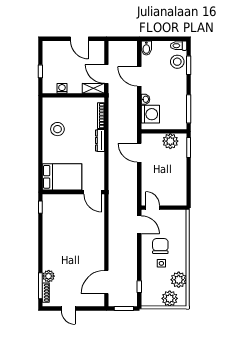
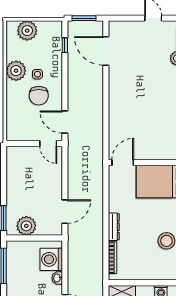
door: (139, 153) -> (65, 212), hinge flipped
door: (93, 192) -> (123, 163), hinge flipped
plant: (179, 280) -> (16, 71), moved
door: (106, 282) -> (106, 51), swing flipped

